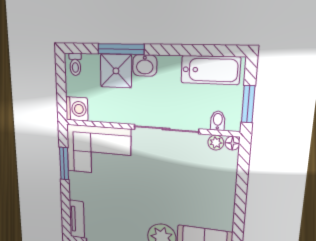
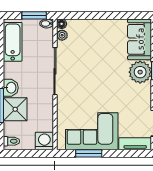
bidet: (218, 121) -> (47, 23), moved
corner sofa: (98, 150) -> (92, 131), moved, turned -90

